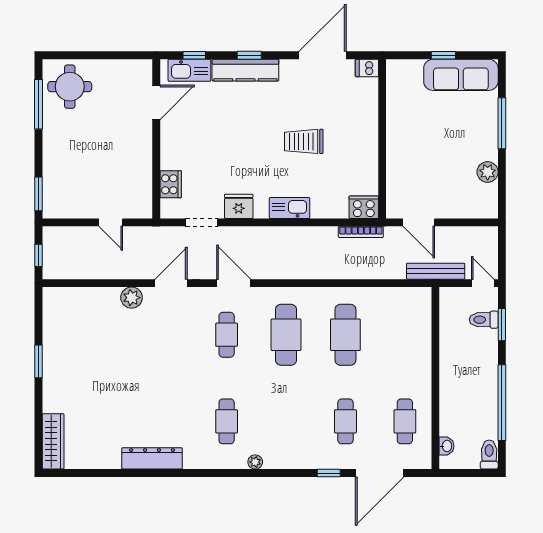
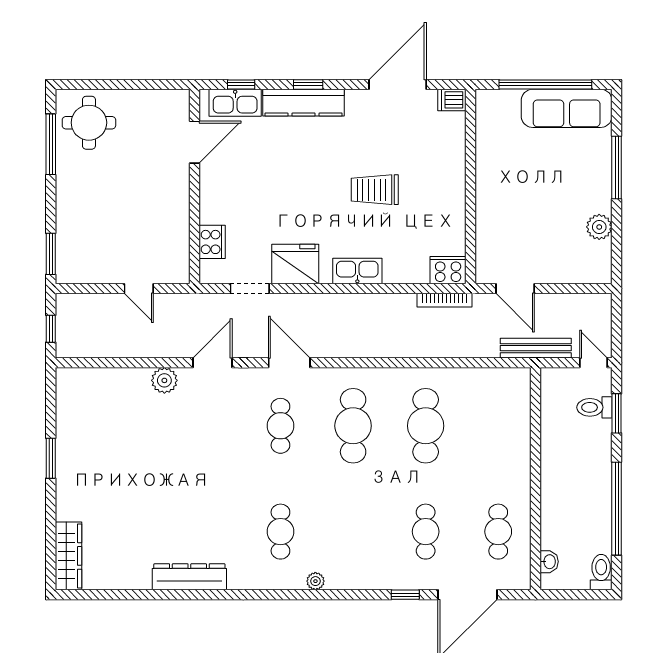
window: (443, 55) -> (545, 84), width x3.17
fridge: (239, 206) -> (295, 264), width x1.36, depth x1.34

